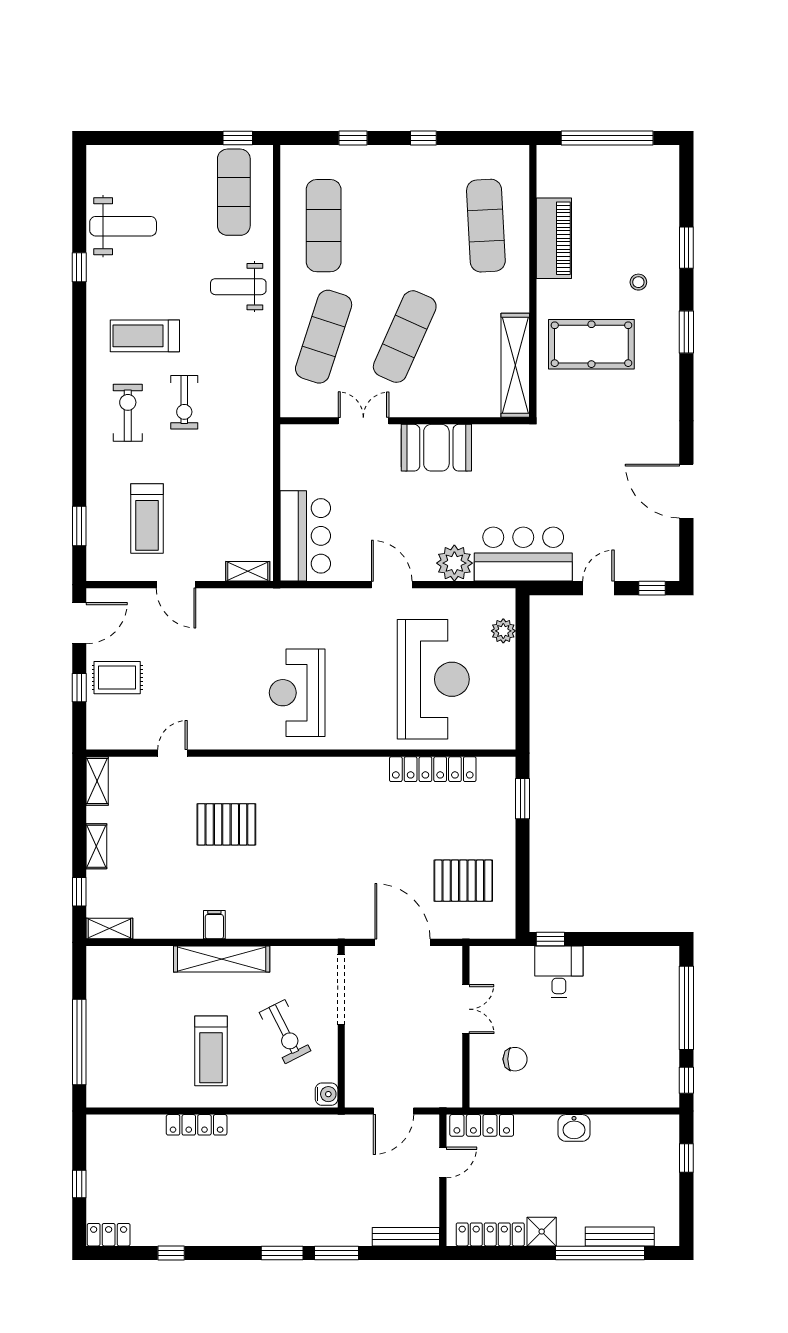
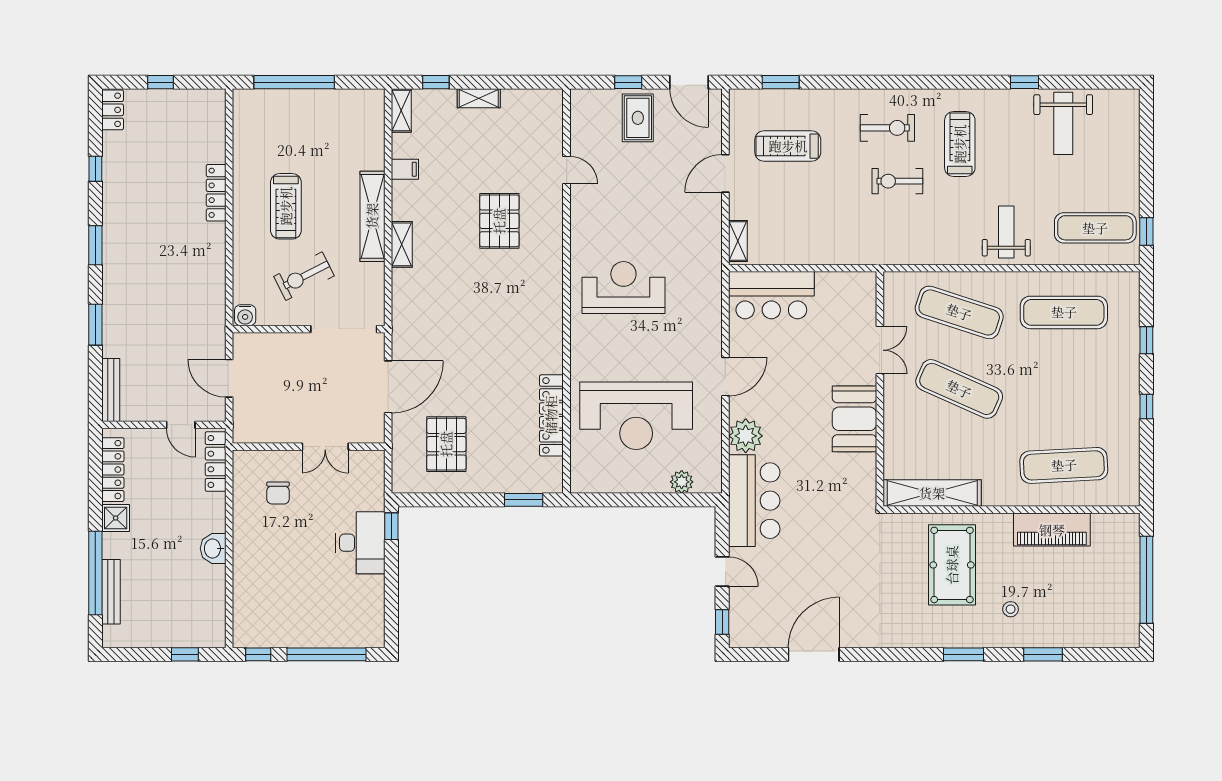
shelving: (97, 781) -> (402, 244), moved, turned 90
filing cabinet: (214, 925) -> (405, 169), moved
desk: (559, 972) -> (360, 543), width x1.37
treadmill: (211, 1051) -> (286, 206), turned -90
window: (282, 1253) -> (95, 245), moved

